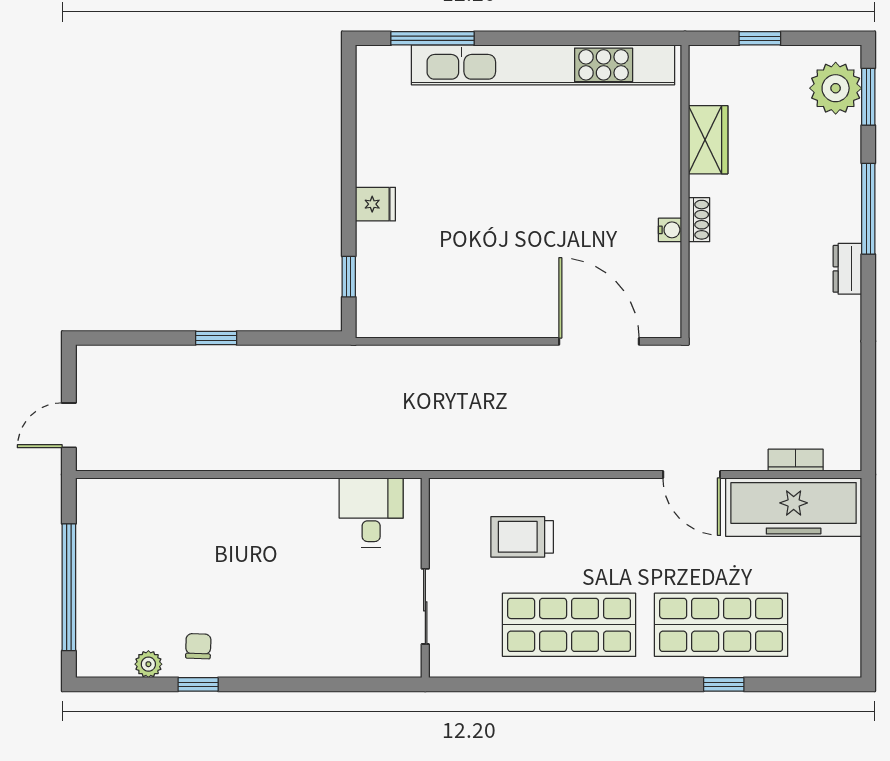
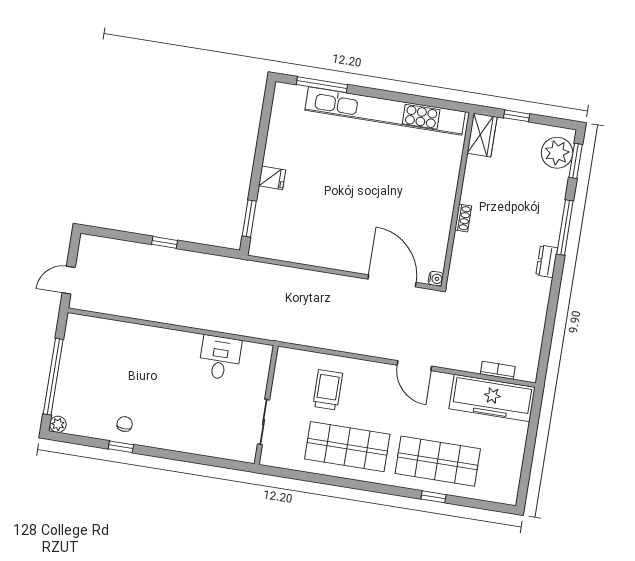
wardrobe: (708, 140) -> (482, 135), moved
water cooler: (670, 230) -> (436, 279), moved
window: (349, 277) -> (249, 218), width x1.50
door: (692, 475) -> (414, 366), moved
desk: (371, 512) -> (220, 358), moved
trolley: (522, 537) -> (328, 390), turned 90
plant: (148, 664) -> (58, 424), moved

